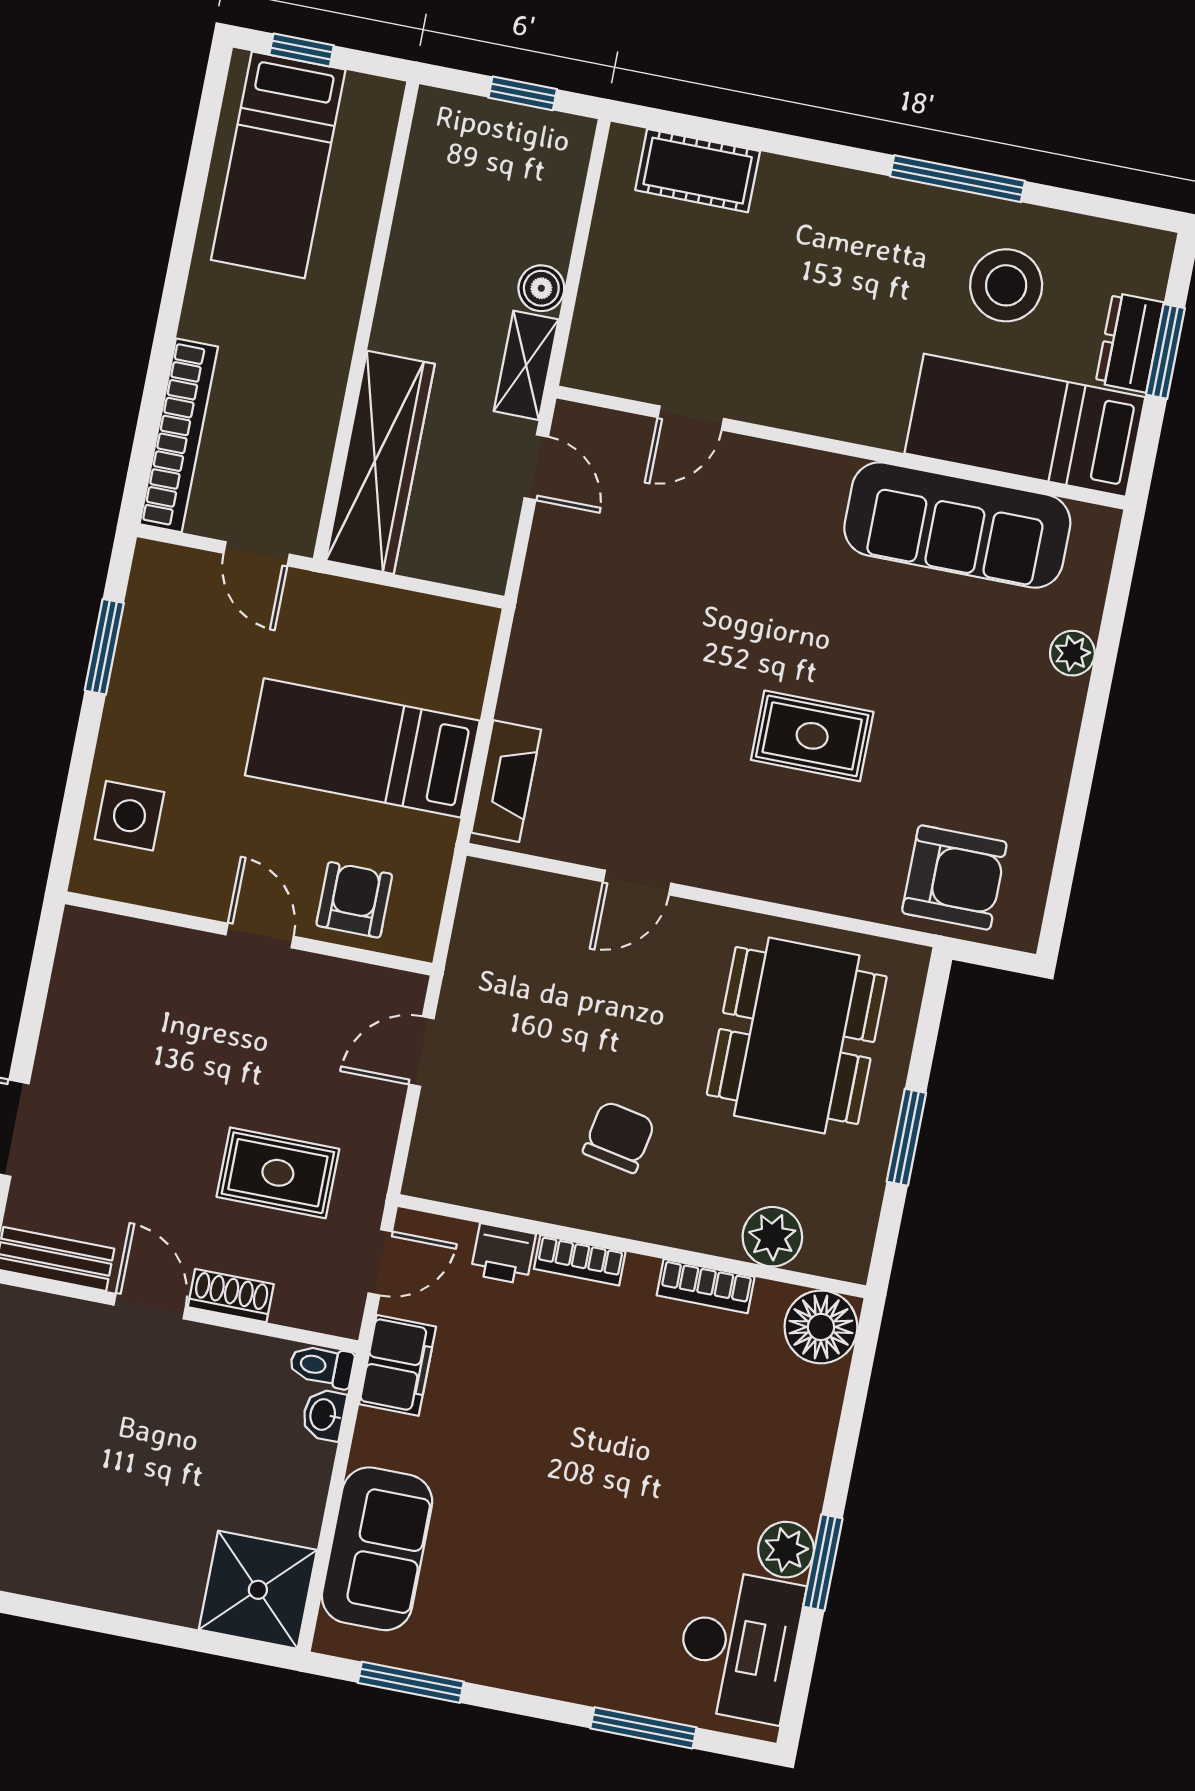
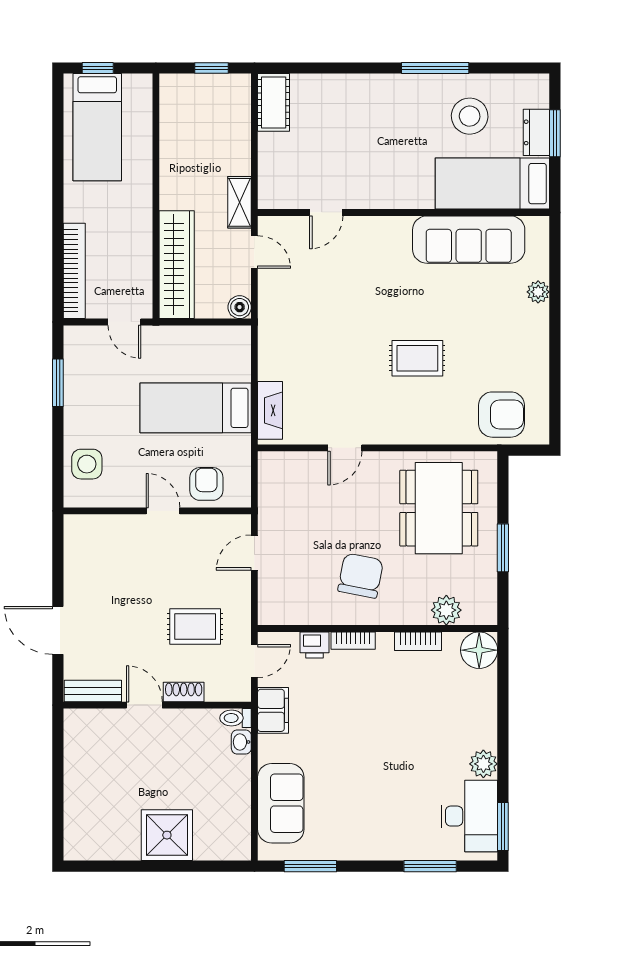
cot: (698, 171) -> (274, 102), moved, turned 90
boiler: (541, 288) -> (240, 307), moved
chair: (619, 1137) -> (361, 576), width x1.37, depth x1.37
window: (823, 1562) -> (503, 827), moved
shower: (258, 1590) -> (167, 835), moved

